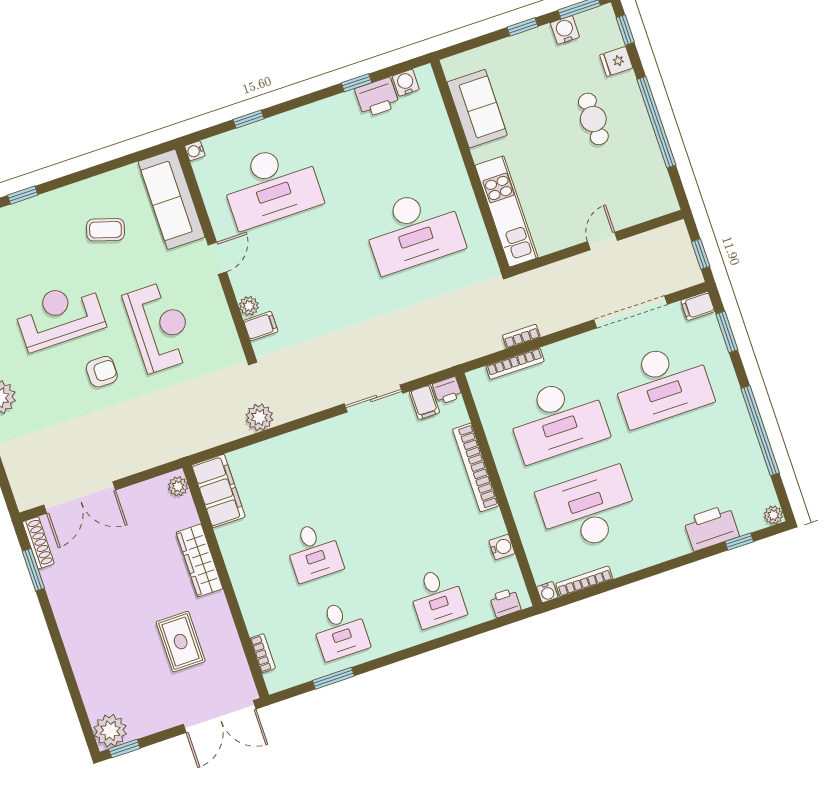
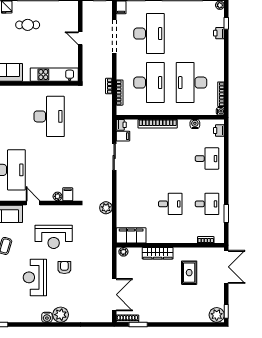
reception desk: (160, 327) -> (54, 237), turned 180
printer: (711, 528) -> (219, 33), width x0.53, depth x0.68
rug: (181, 642) -> (189, 273), turned 90

